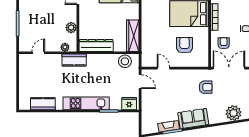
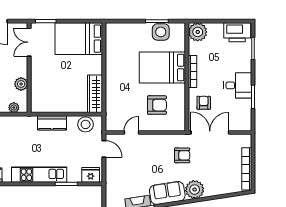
dresser: (96, 45) -> (51, 105), removed
armchair: (185, 45) -> (157, 105), turned 90
kitchen counter: (74, 60) -> (52, 123), moved
door: (163, 68) -> (132, 133), hinge flipped
plant: (234, 113) -> (195, 190), moved

